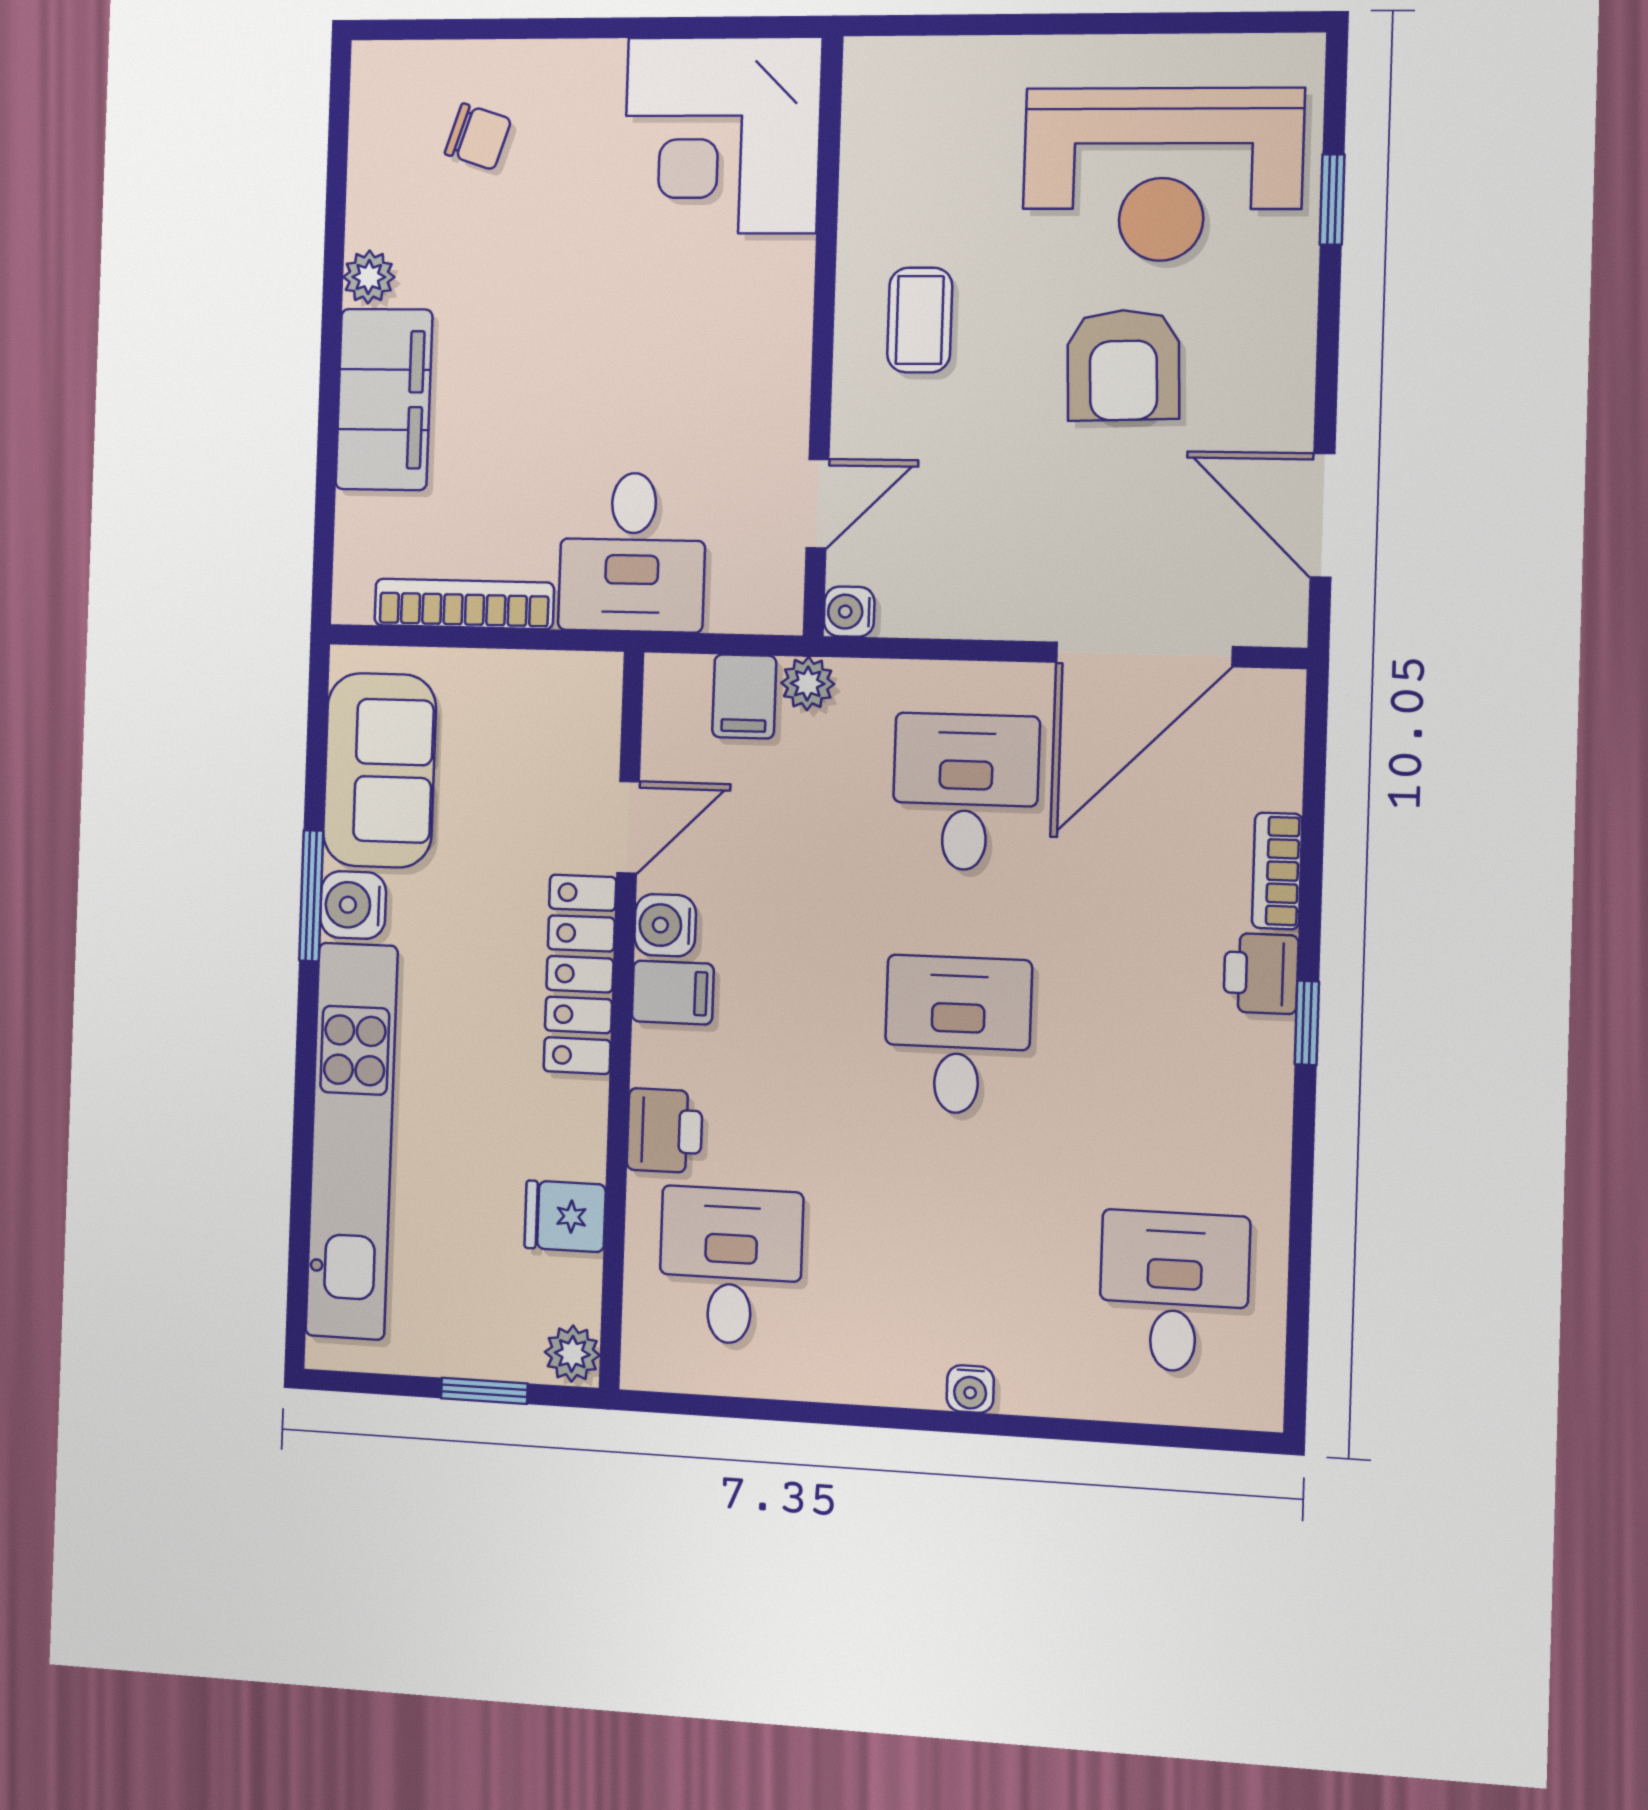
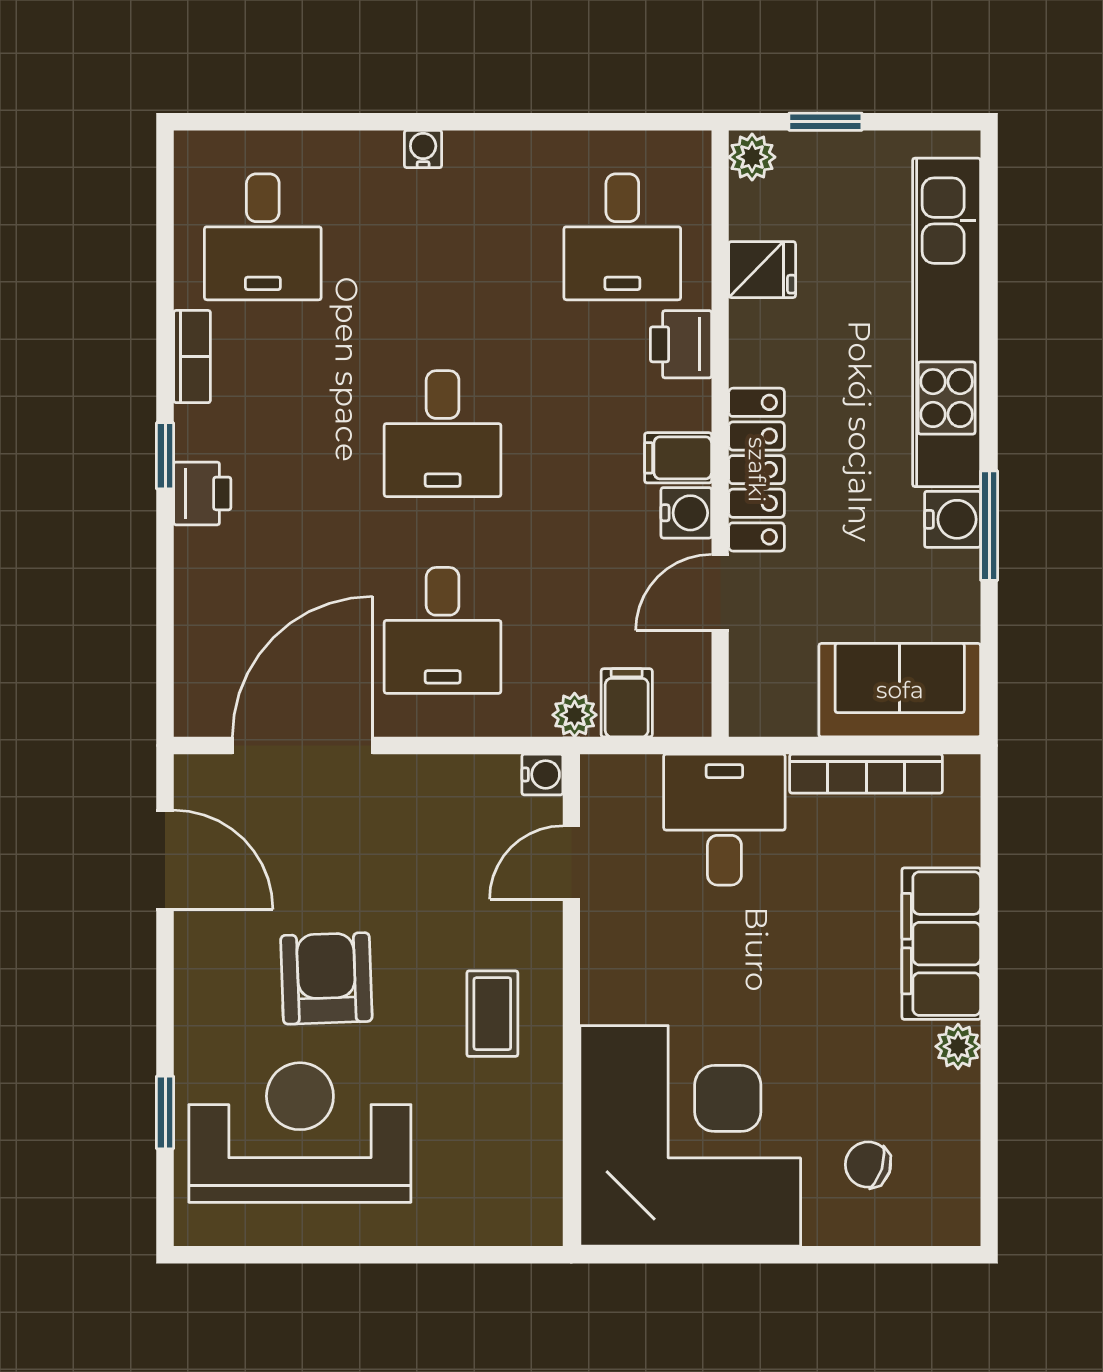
corner desk: (722, 135) -> (690, 1136), width x1.36, depth x1.36
sofa: (379, 770) -> (900, 690), moved, turned 90
bookcase: (1277, 871) -> (192, 357), moved

